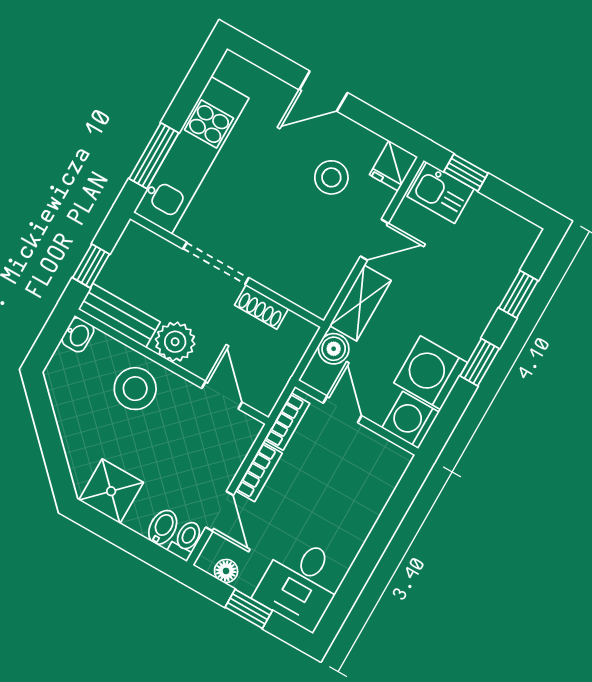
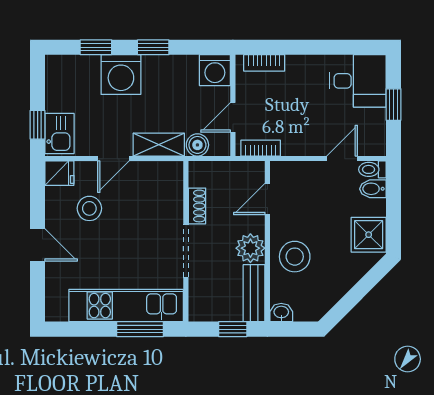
door: (374, 240) -> (113, 159), swing flipped
washing machine: (431, 373) -> (121, 75), moved
bookcase: (259, 472) -> (264, 63), moved, turned 180
floor lamp: (226, 571) -> (378, 133), removed

